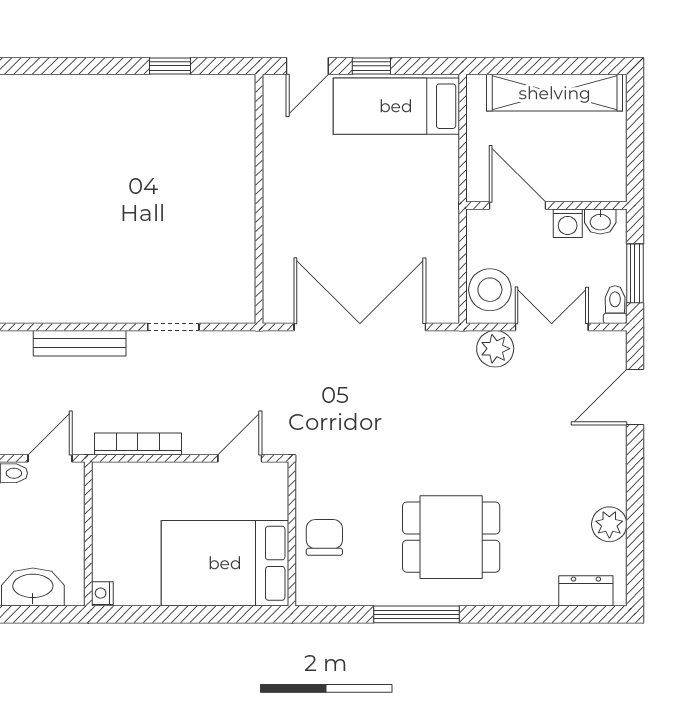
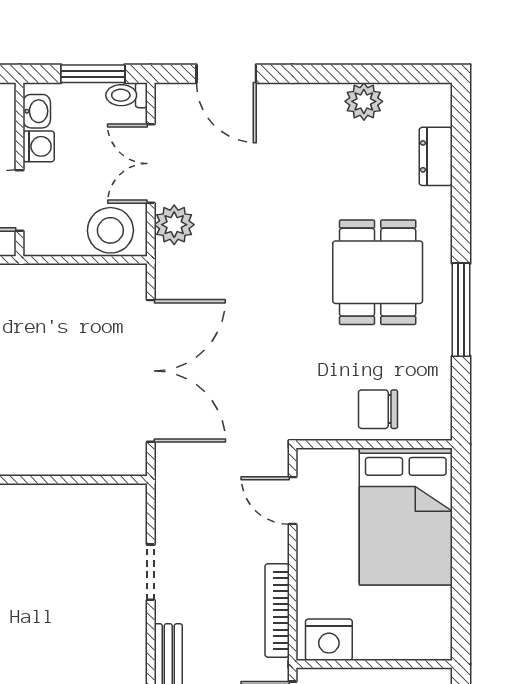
double door: (360, 327) -> (151, 371), swing flipped
dresser: (586, 591) -> (436, 156), moved
nightstand: (102, 593) -> (329, 640), moved, width x1.89, depth x1.79

